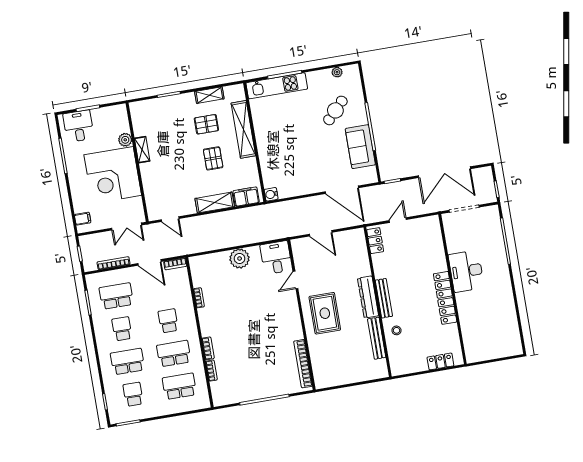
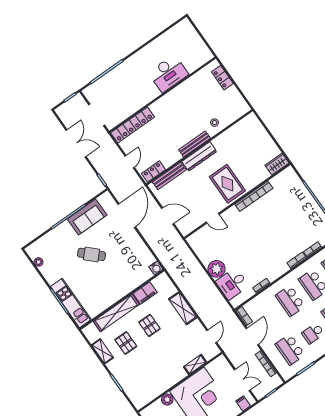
cafe table: (335, 110) -> (92, 254), moved
shelving: (142, 150) -> (195, 364), moved
pallet: (213, 158) -> (149, 325), turned 90
double door: (444, 172) -> (76, 143), width x0.73
filing cabinet: (246, 197) -> (145, 293), moved, turned -90
door: (398, 220) -> (130, 162), swing flipped
double door: (127, 227) -> (242, 380), moved
door: (321, 233) -> (168, 216), hinge flipped
desk: (276, 258) -> (232, 284), moved
desk: (466, 271) -> (168, 73), moved
locker: (445, 298) -> (133, 125), moved
rug: (325, 313) -> (227, 184), turned 90
school desk: (168, 321) -> (290, 301), width x1.85
bench: (377, 338) -> (169, 176), moved
bookcase: (303, 364) -> (254, 196), moved
wardrobe: (321, 376) -> (277, 164), added

